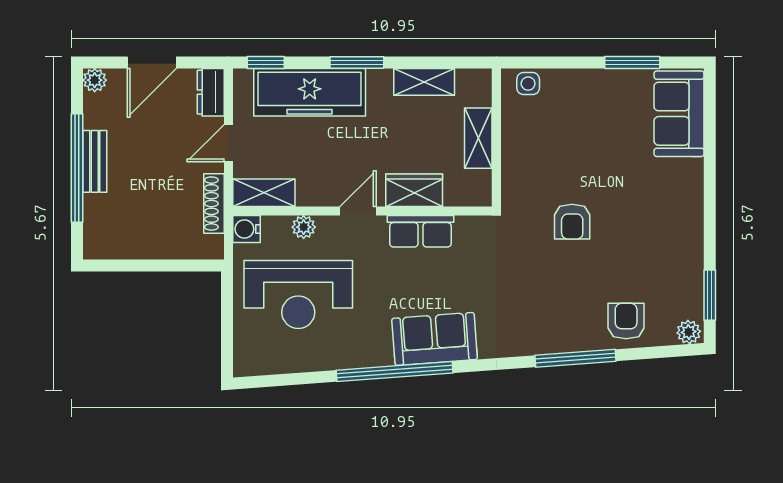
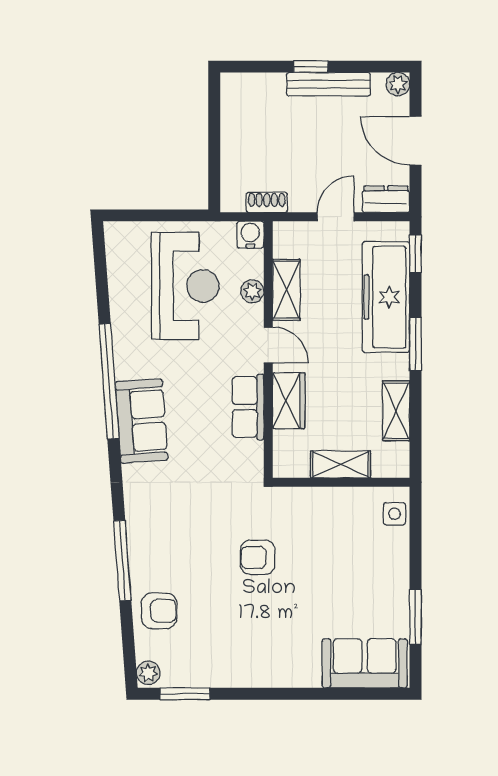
door: (229, 143) -> (335, 217), hinge flipped
bench: (95, 161) -> (328, 84), width x1.36
window: (77, 168) -> (311, 67), width x0.32
shelving: (264, 193) -> (286, 290), moved
shoe rack: (214, 204) -> (267, 202), width x0.70
reception desk: (298, 295) -> (185, 286), turned 180

